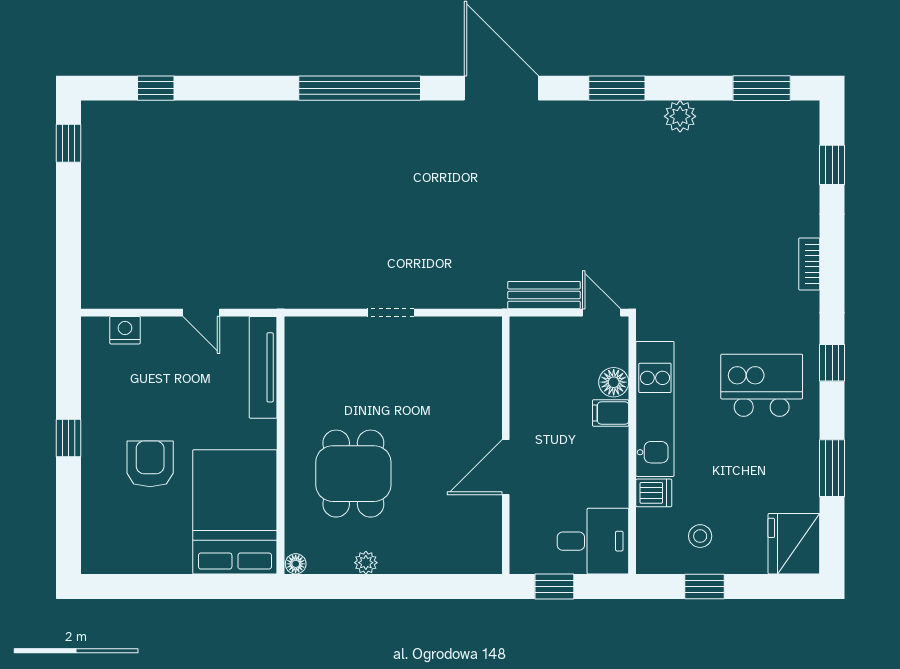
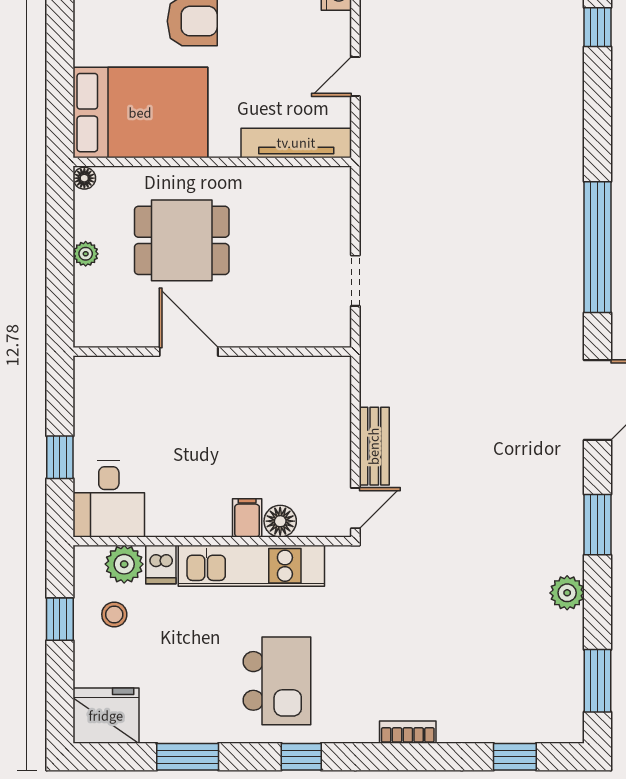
wall: (506, 445) -> (212, 352), moved
door: (506, 467) -> (189, 352), moved
plant: (654, 527) -> (124, 564), added

